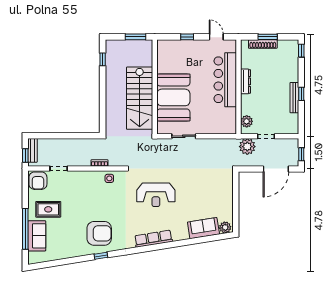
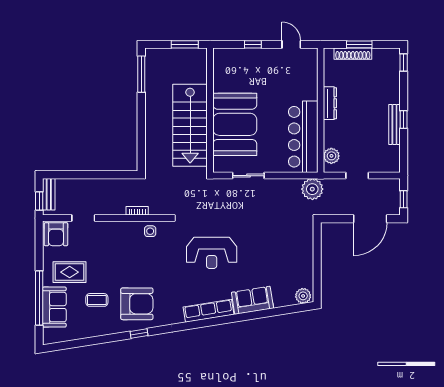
window: (103, 59) -> (141, 74), width x2.17
bar counter: (225, 80) -> (303, 137), moved
plant: (247, 147) -> (312, 189), moved
sofa: (203, 228) -> (252, 300), moved
coffee table: (69, 230) -> (97, 300), added

